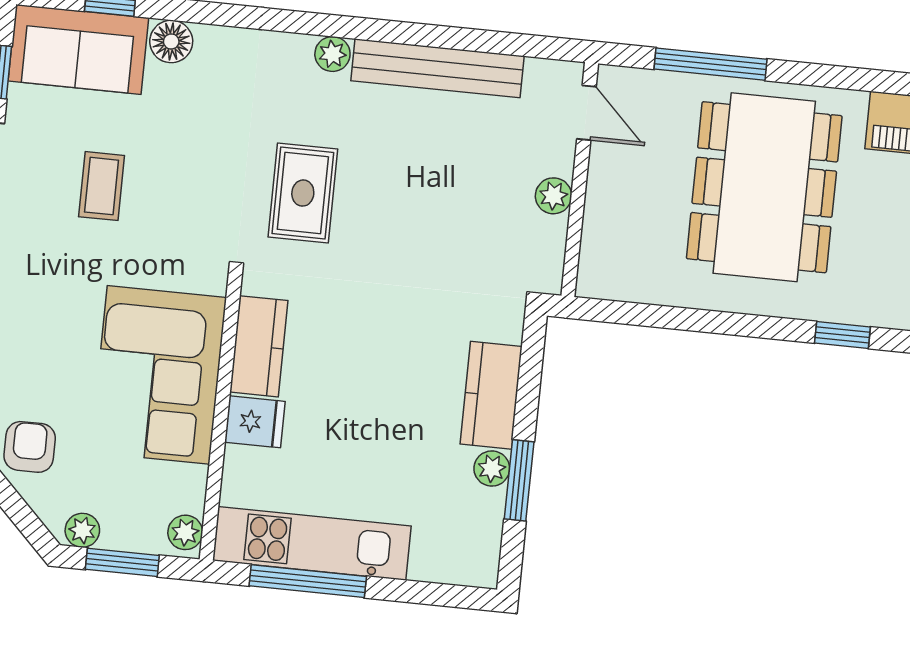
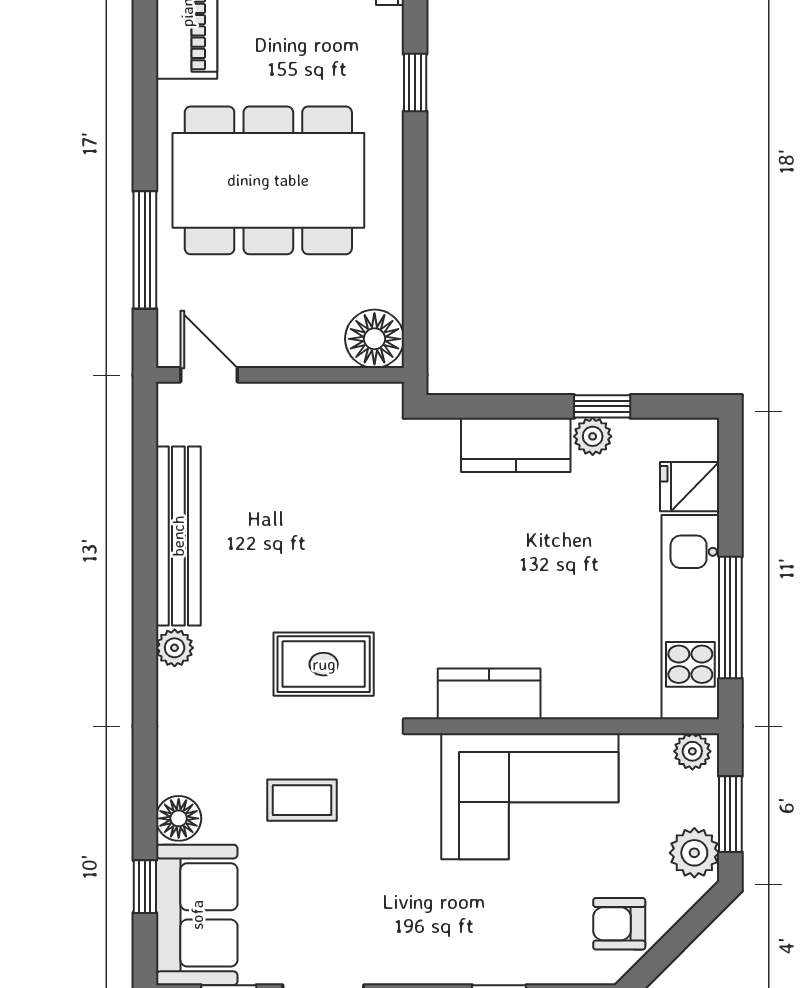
door: (587, 113) -> (209, 375), hinge flipped
coffee table: (102, 186) -> (302, 800), moved
plant: (553, 196) -> (300, 401), removed
floor lamp: (605, 272) -> (374, 339), added
fridge: (255, 422) -> (690, 487), moved, turned -90
window: (519, 480) -> (602, 406), width x0.67
plant: (82, 530) -> (694, 853), width x1.38, depth x1.38

